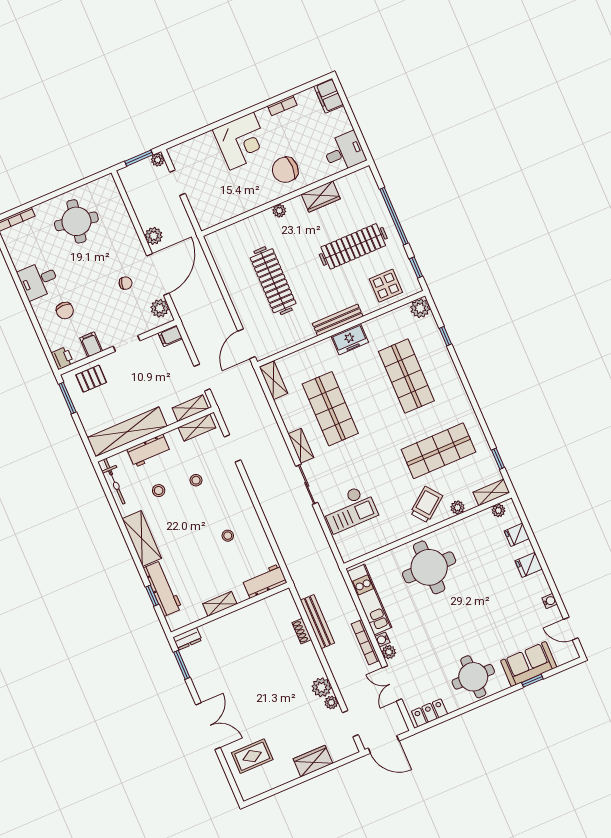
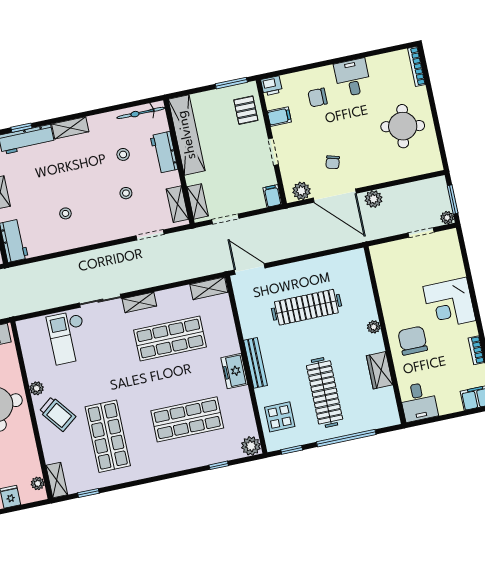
plant: (458, 508) -> (37, 388), moved
shelving: (142, 539) -> (70, 128), width x0.67, depth x0.75

